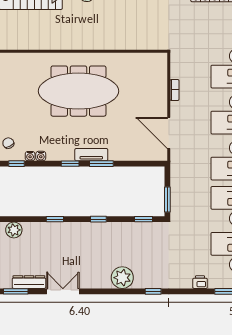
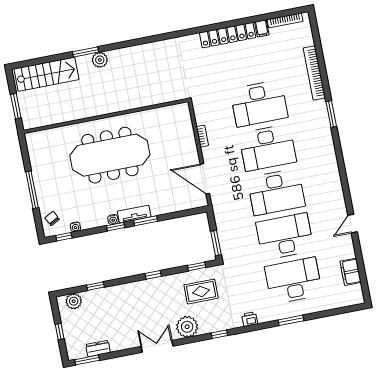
water cooler: (41, 156) -> (113, 220), moved
window: (55, 219) -> (95, 286), moved
rug: (143, 245) -> (201, 292), added
dresser: (29, 282) -> (98, 349), width x0.70
printer: (200, 282) -> (250, 319), moved
double door: (63, 291) -> (157, 346), moved

